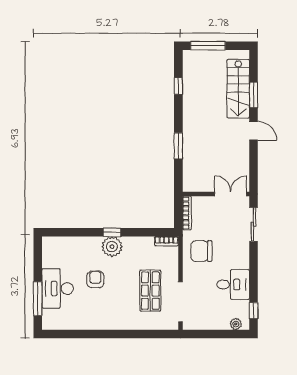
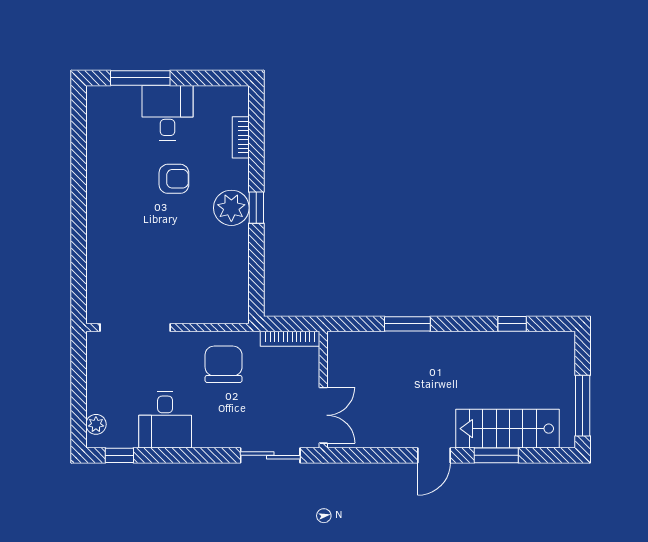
window: (208, 46) -> (583, 406), moved
bookcase: (166, 241) -> (241, 137), moved
desk: (58, 289) -> (168, 113), width x0.73
shop shelf: (150, 291) -> (154, 275), removed

